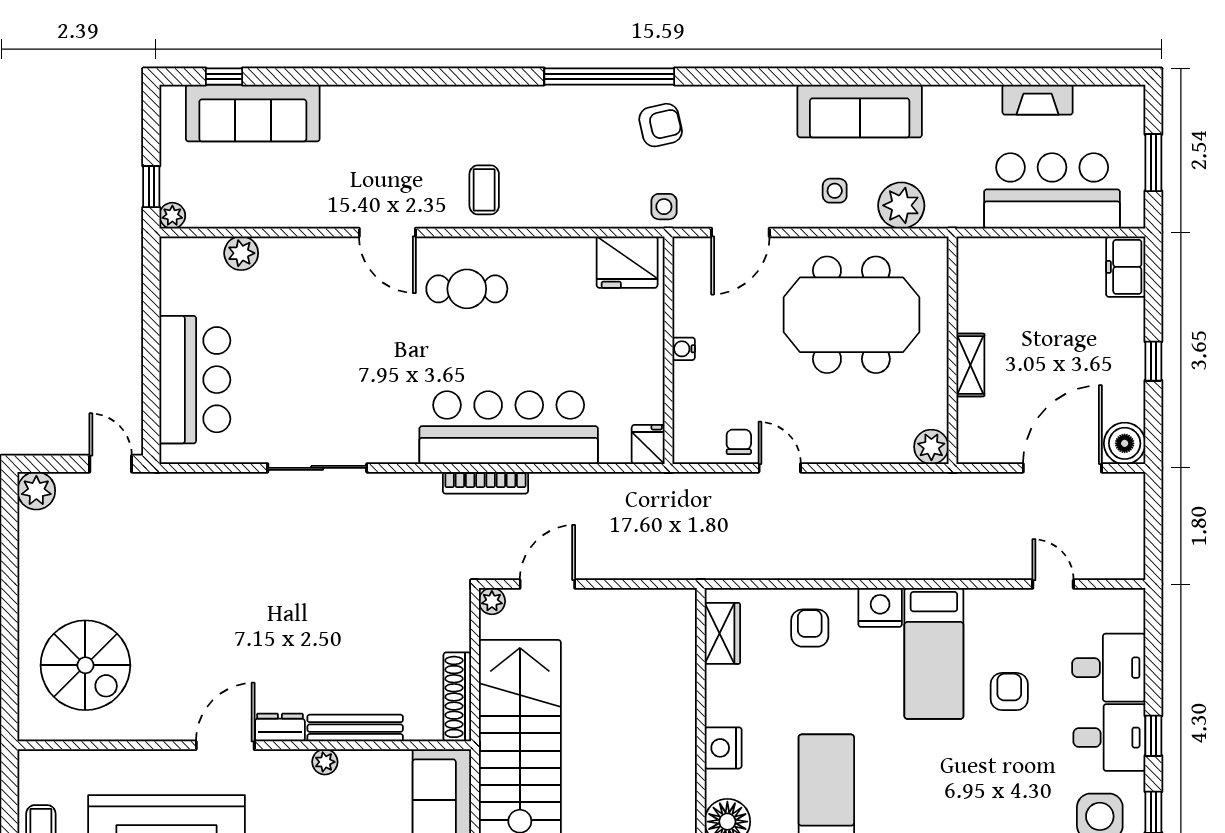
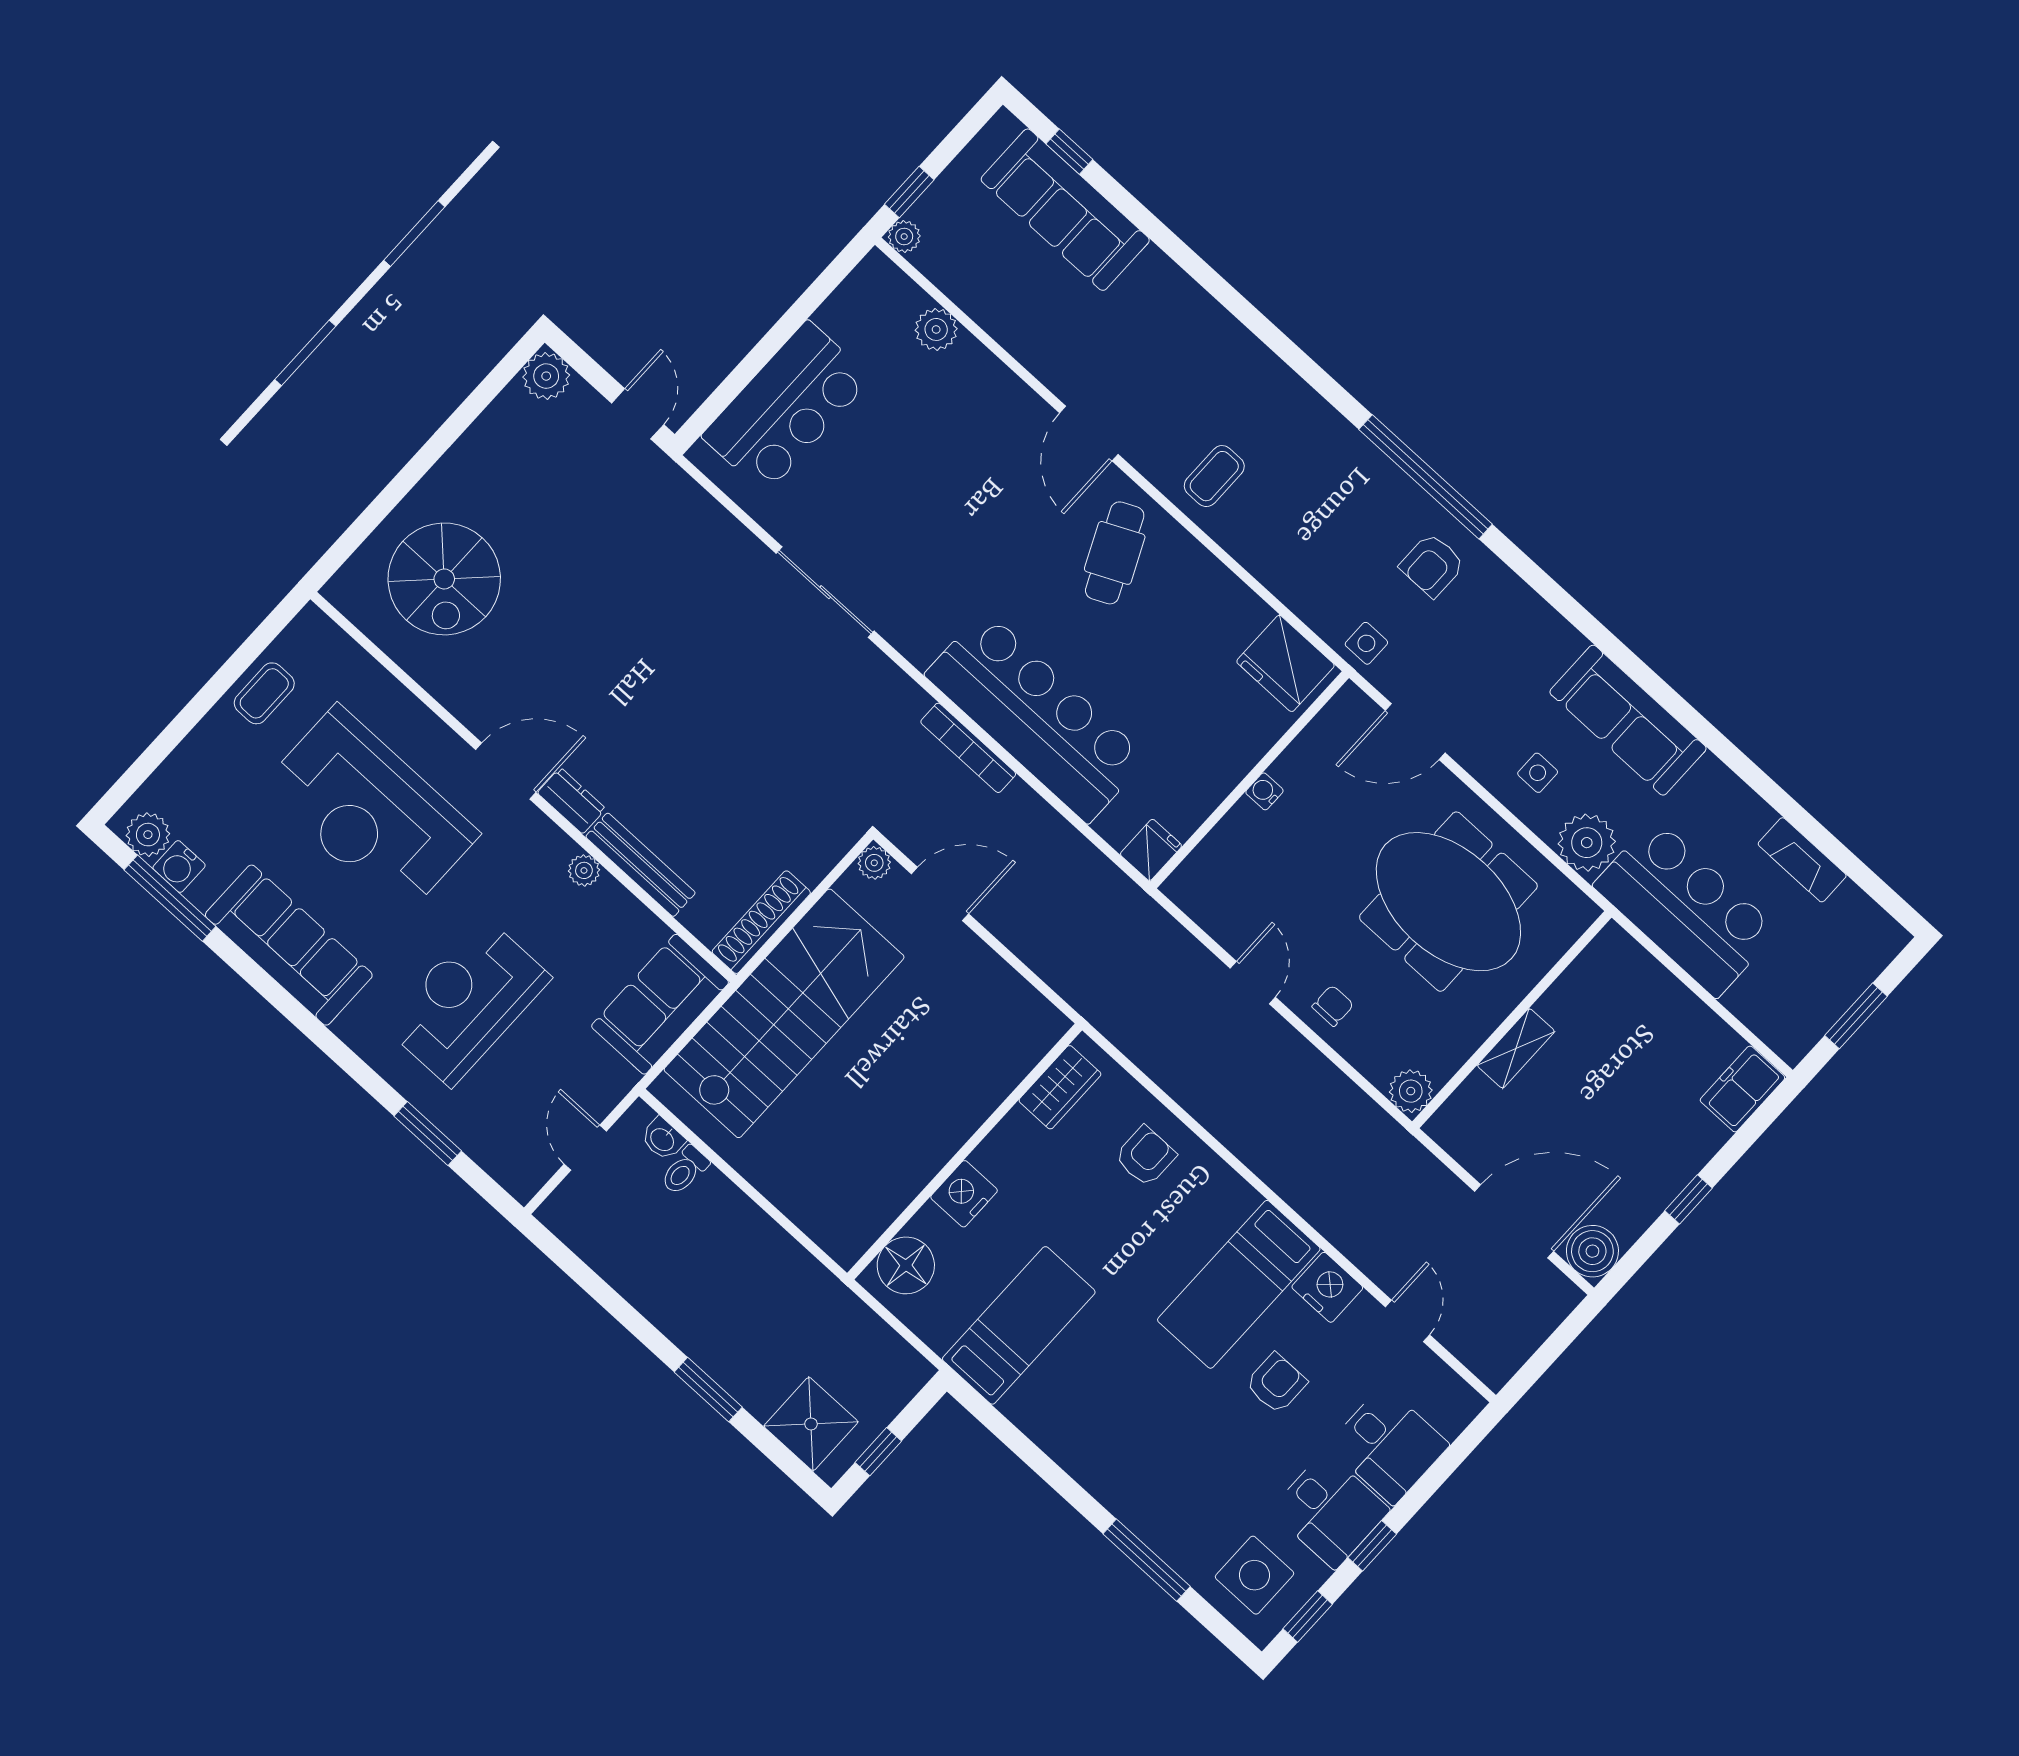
armchair: (661, 125) -> (1432, 565), turned 103
bar counter: (1052, 191) -> (1686, 908), moved
cafe table: (467, 289) -> (1115, 553), turned 65
chair: (739, 442) -> (1333, 1006), moved
nightstand: (880, 607) -> (1327, 1287), moved

